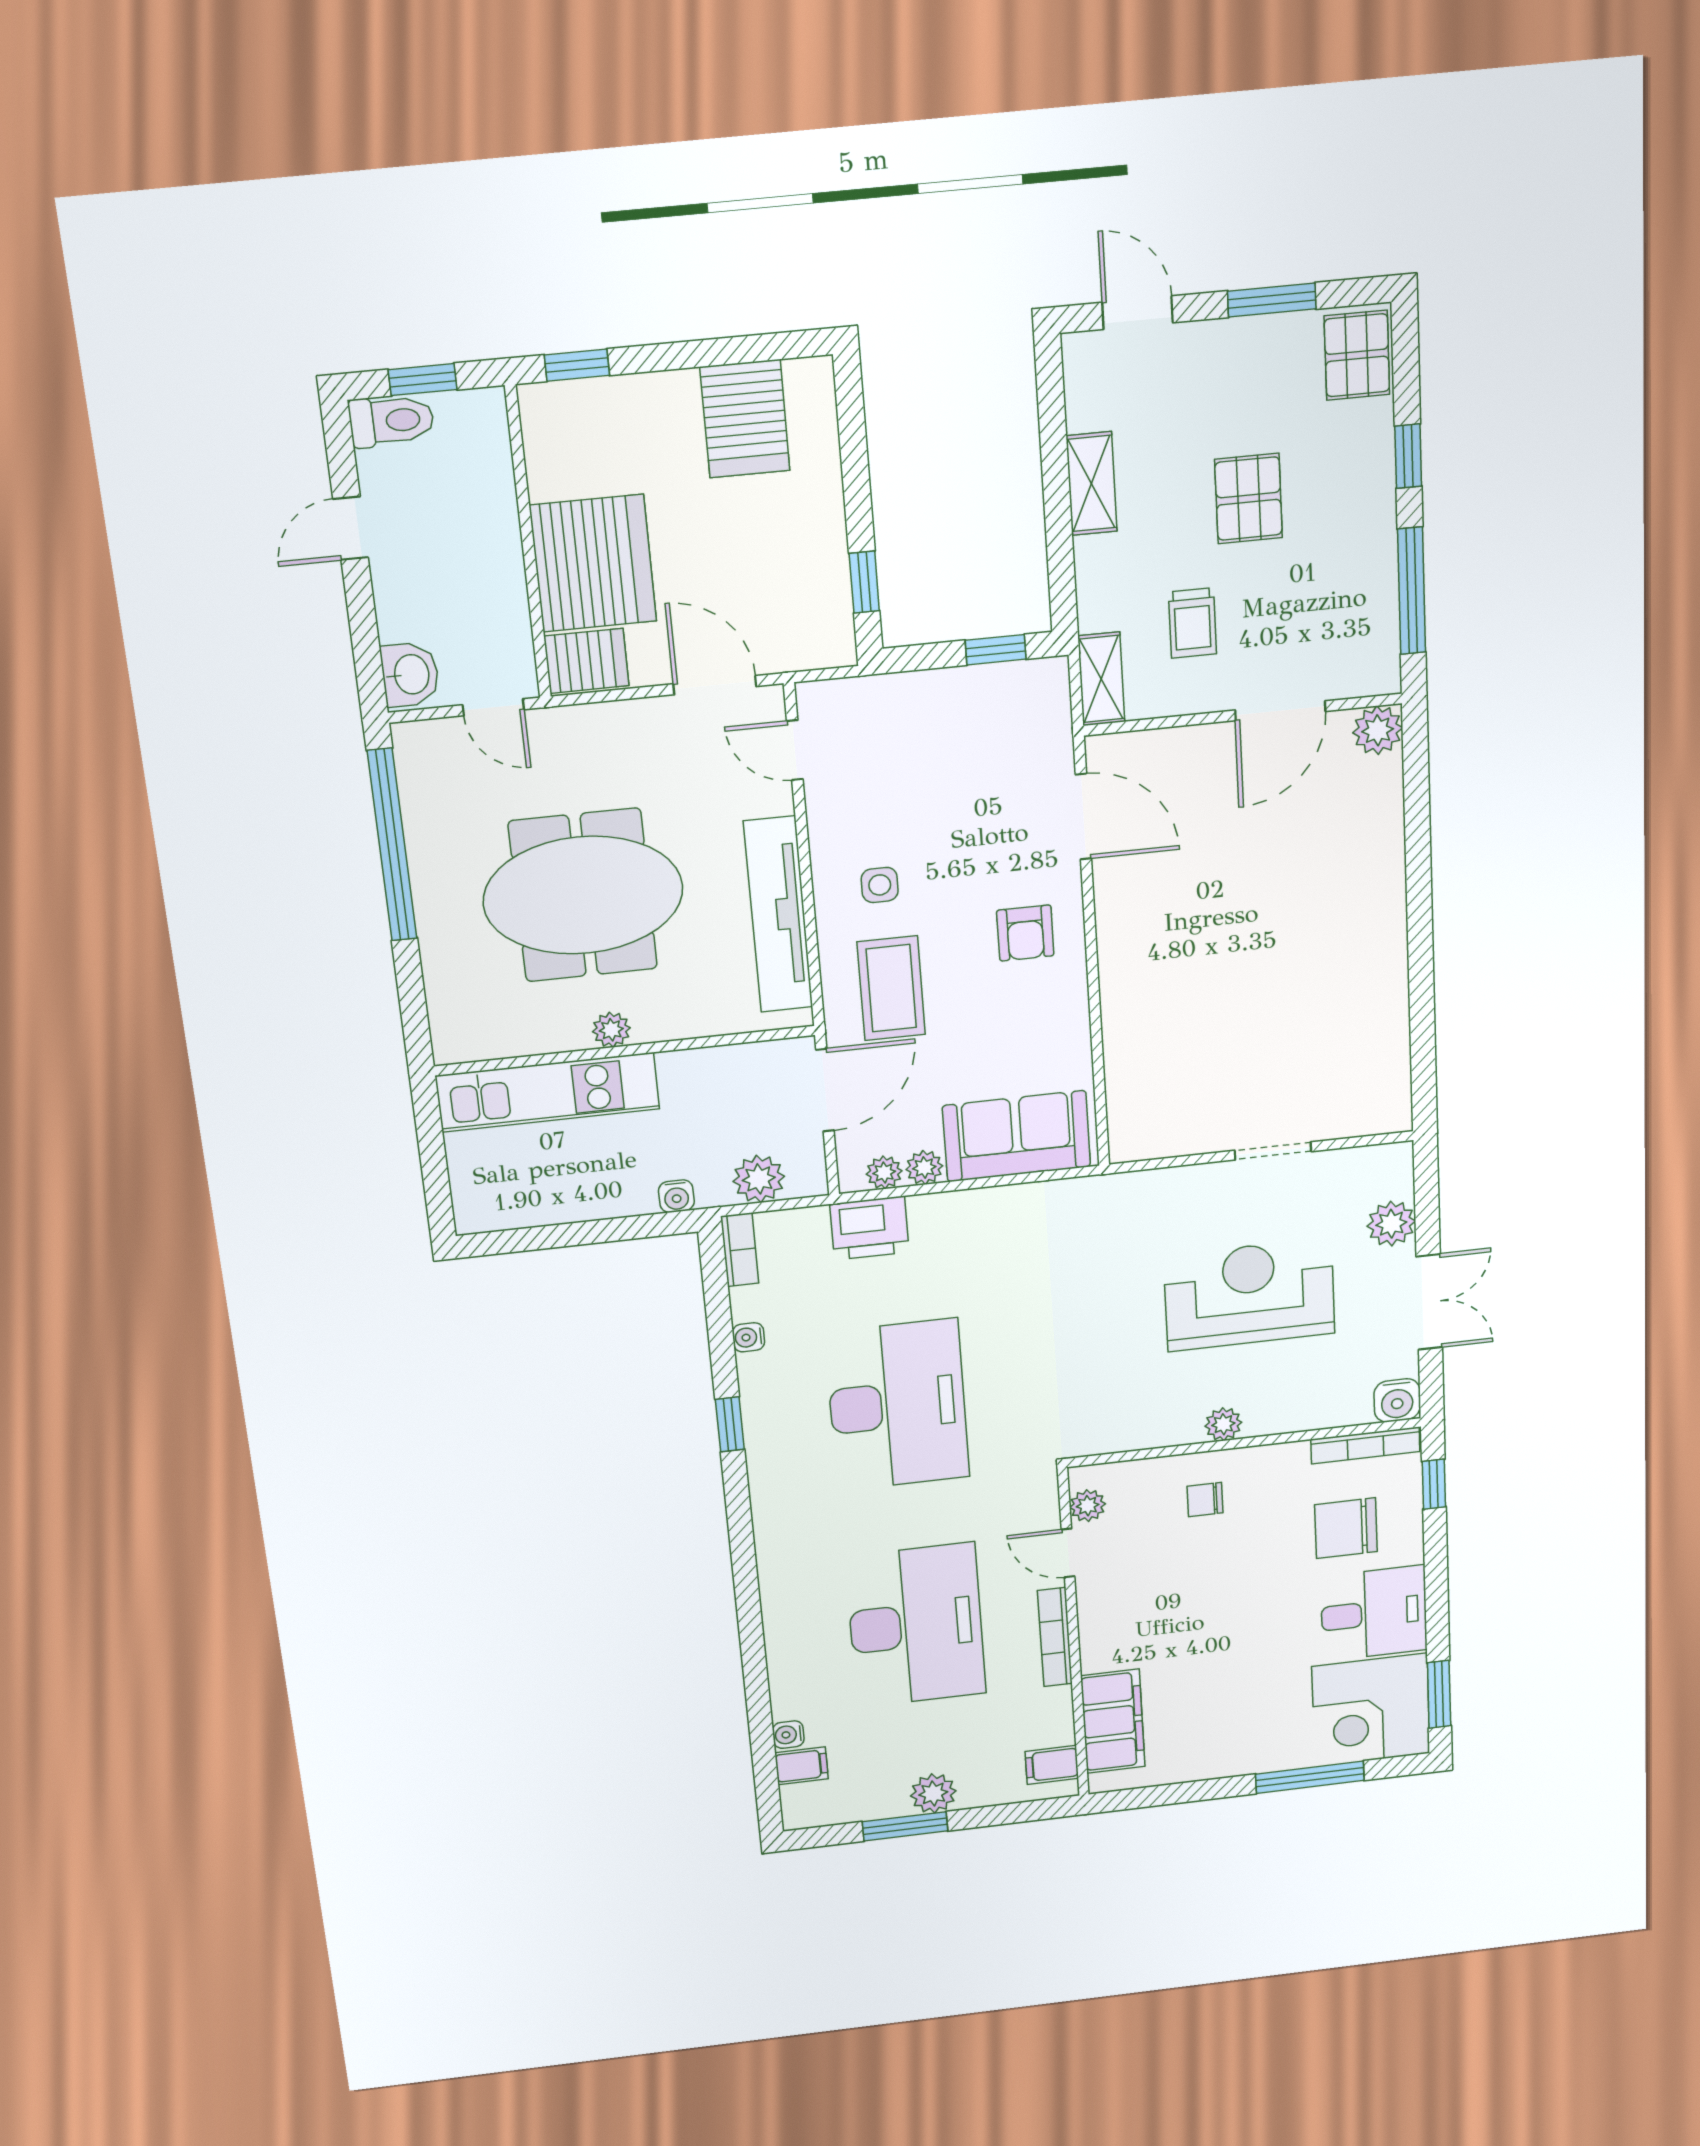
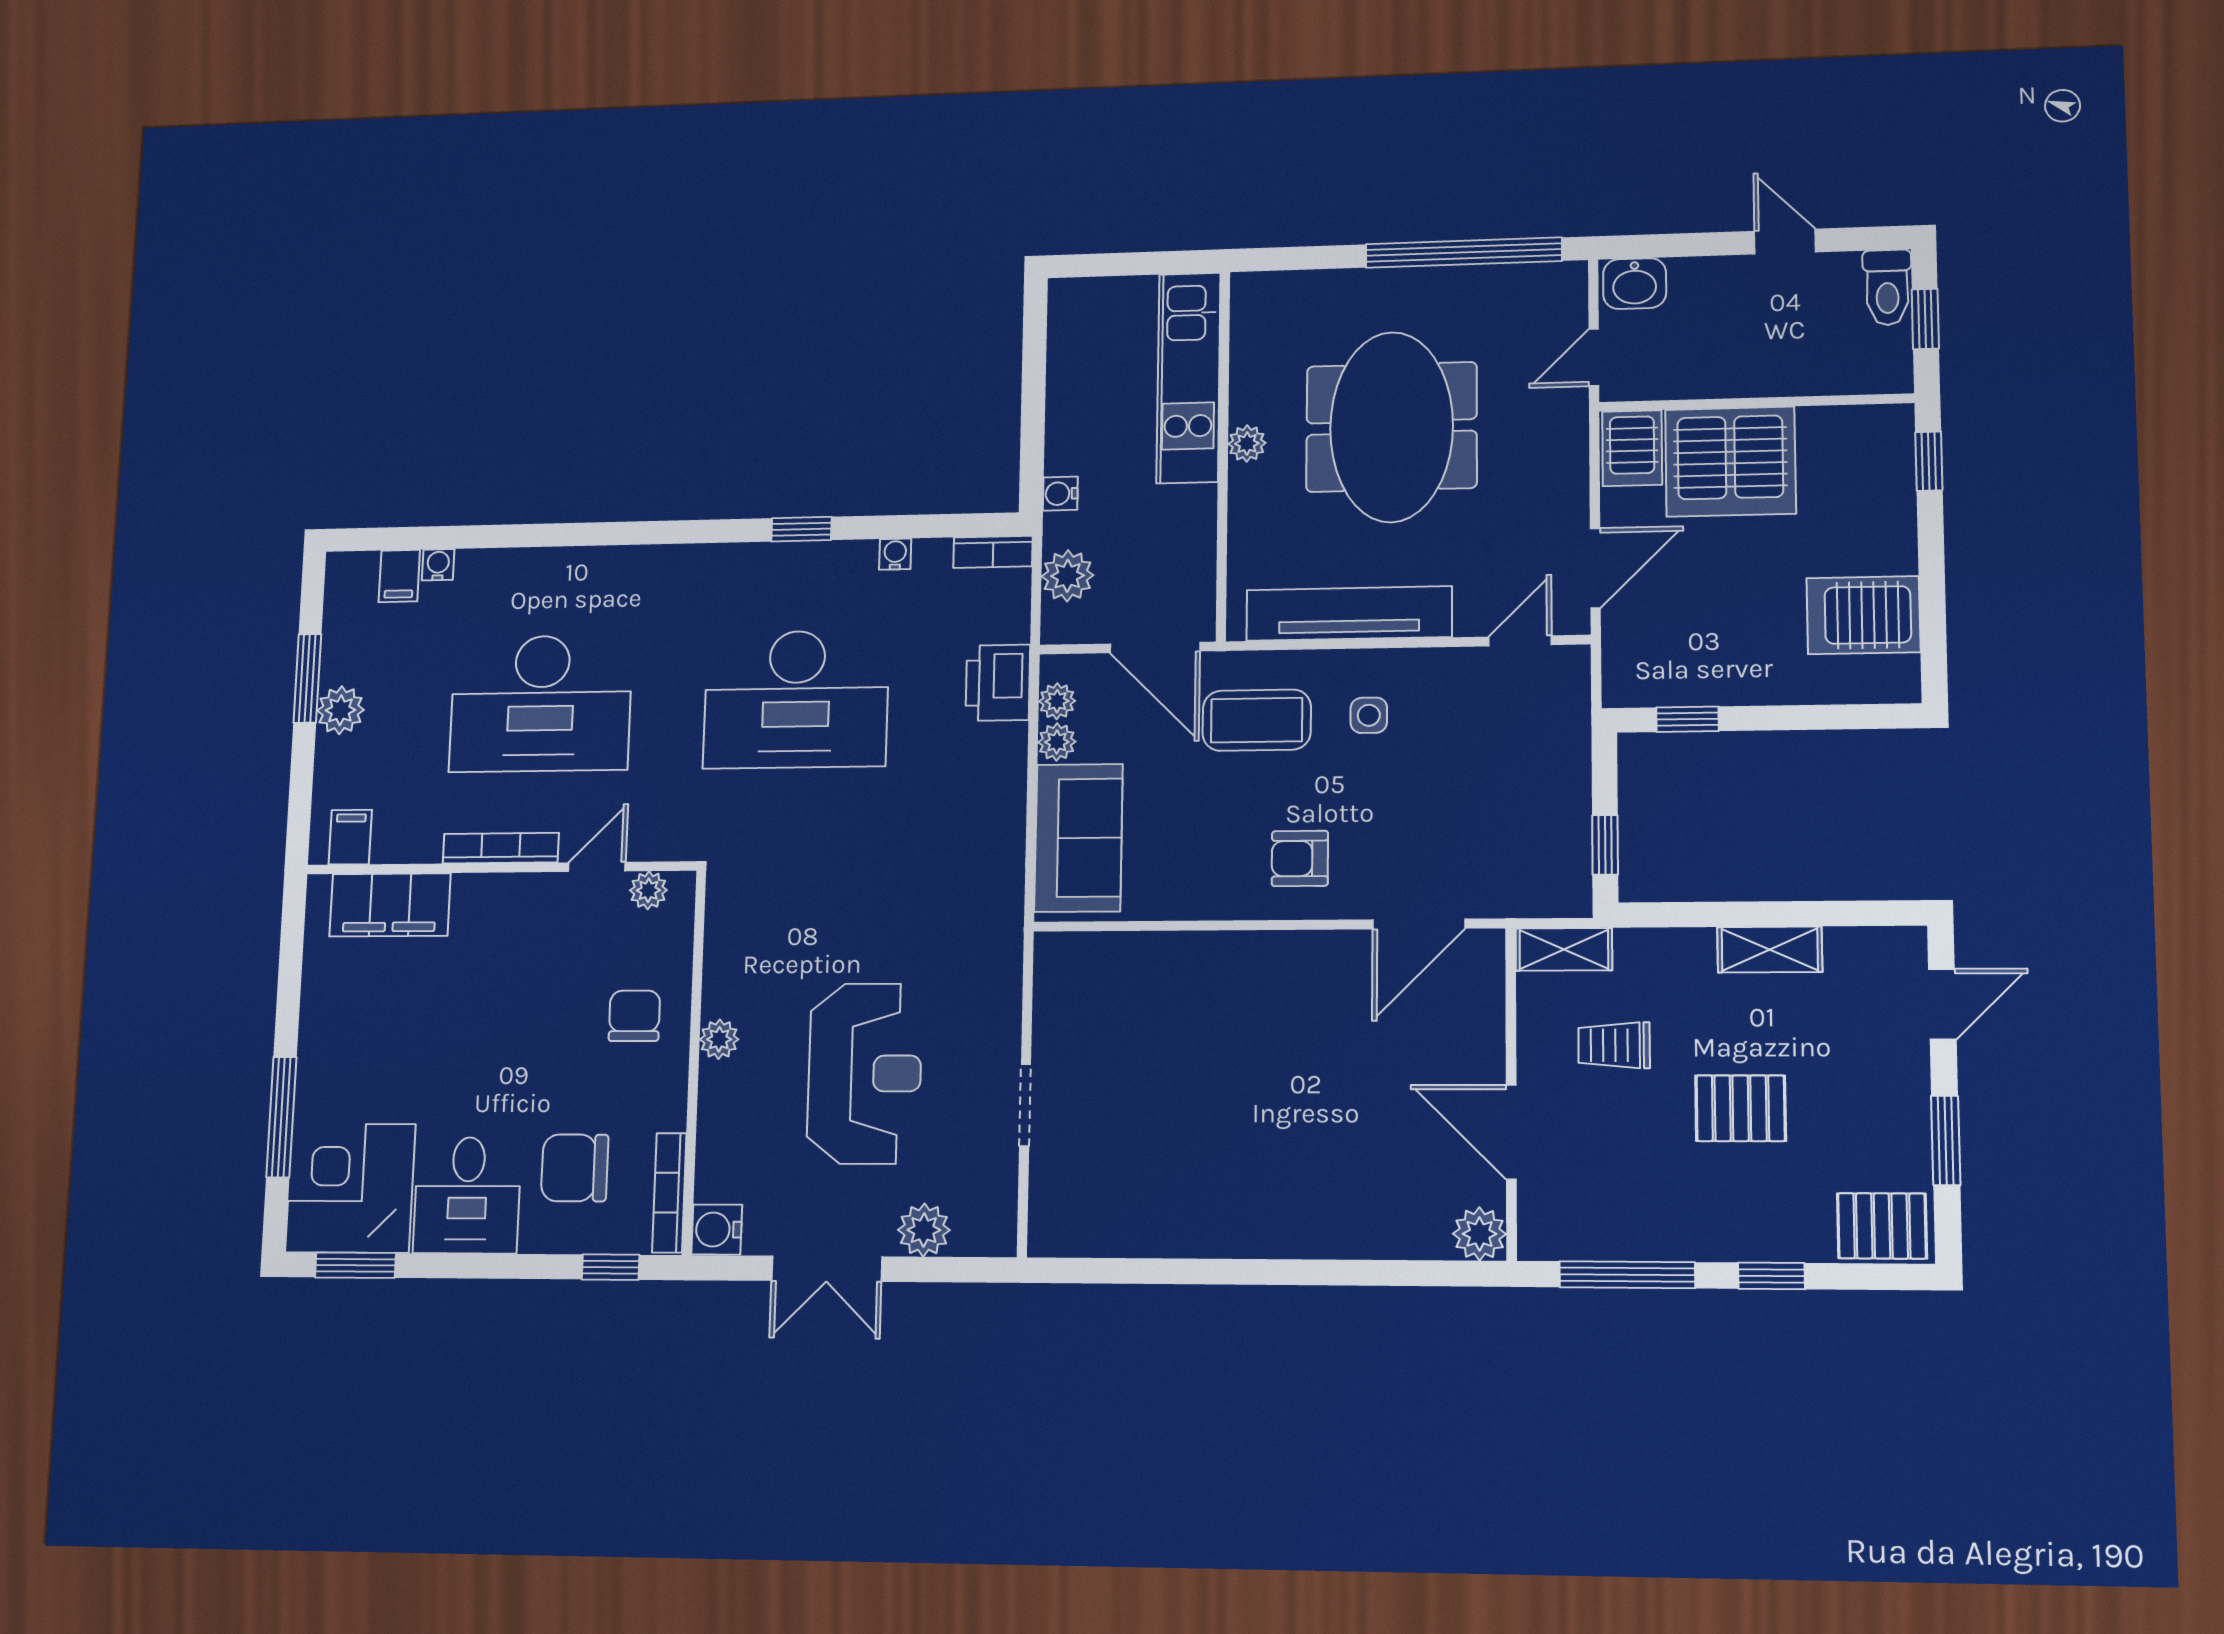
chair: (1205, 1500) -> (634, 1016), width x1.37, depth x1.37
chair: (1346, 1528) -> (575, 1168), turned -90

